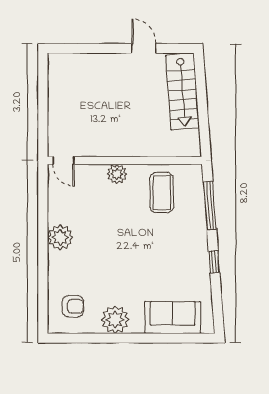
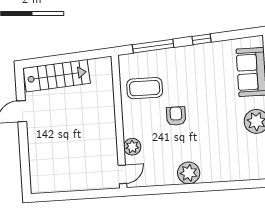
plant: (117, 174) -> (132, 147), moved
armchair: (73, 306) -> (176, 116), moved

